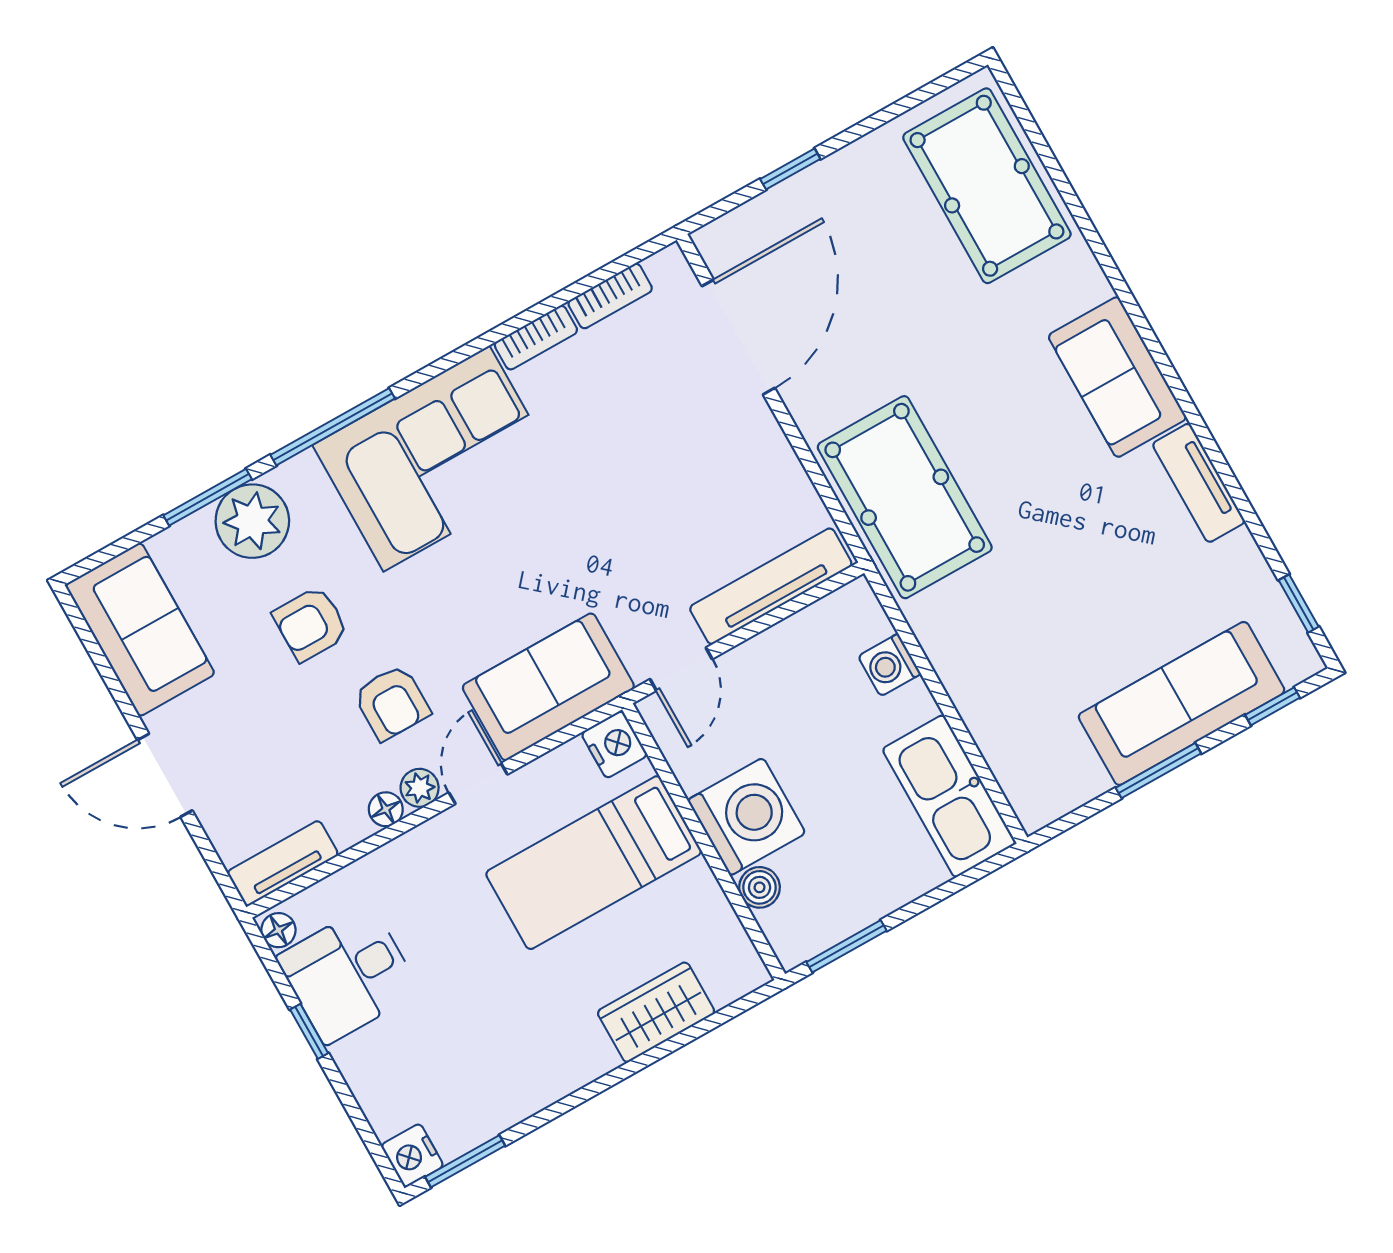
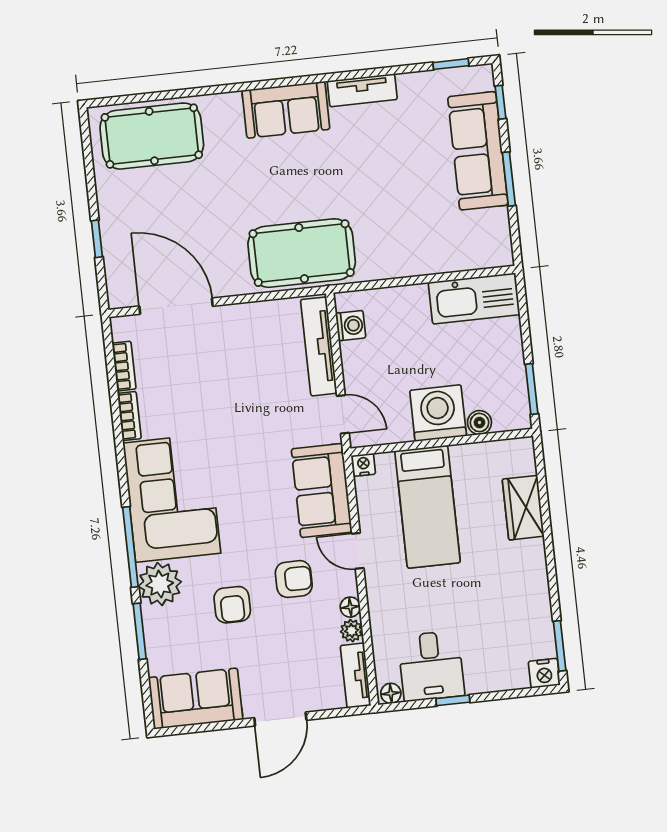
plant: (252, 521) -> (160, 584), moved
washing machine: (889, 665) -> (351, 326), moved, turned -90
nightstand: (614, 744) -> (364, 465), width x0.72, depth x0.74
plant: (420, 788) -> (352, 631), moved

